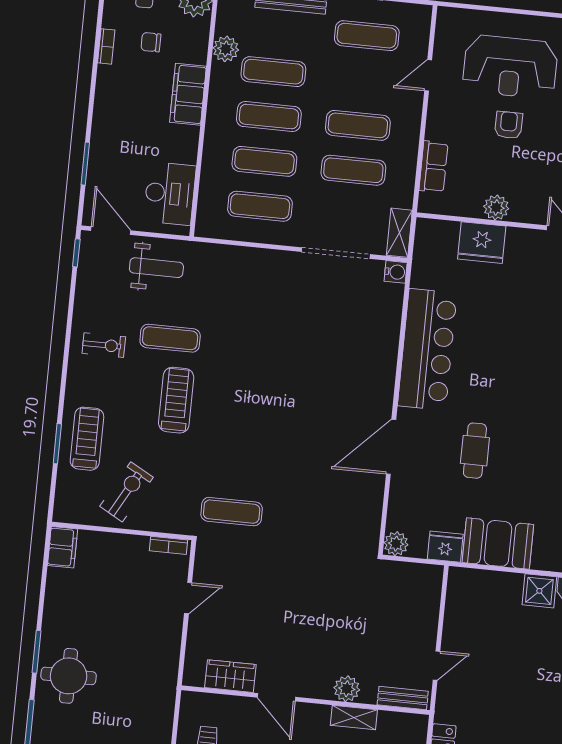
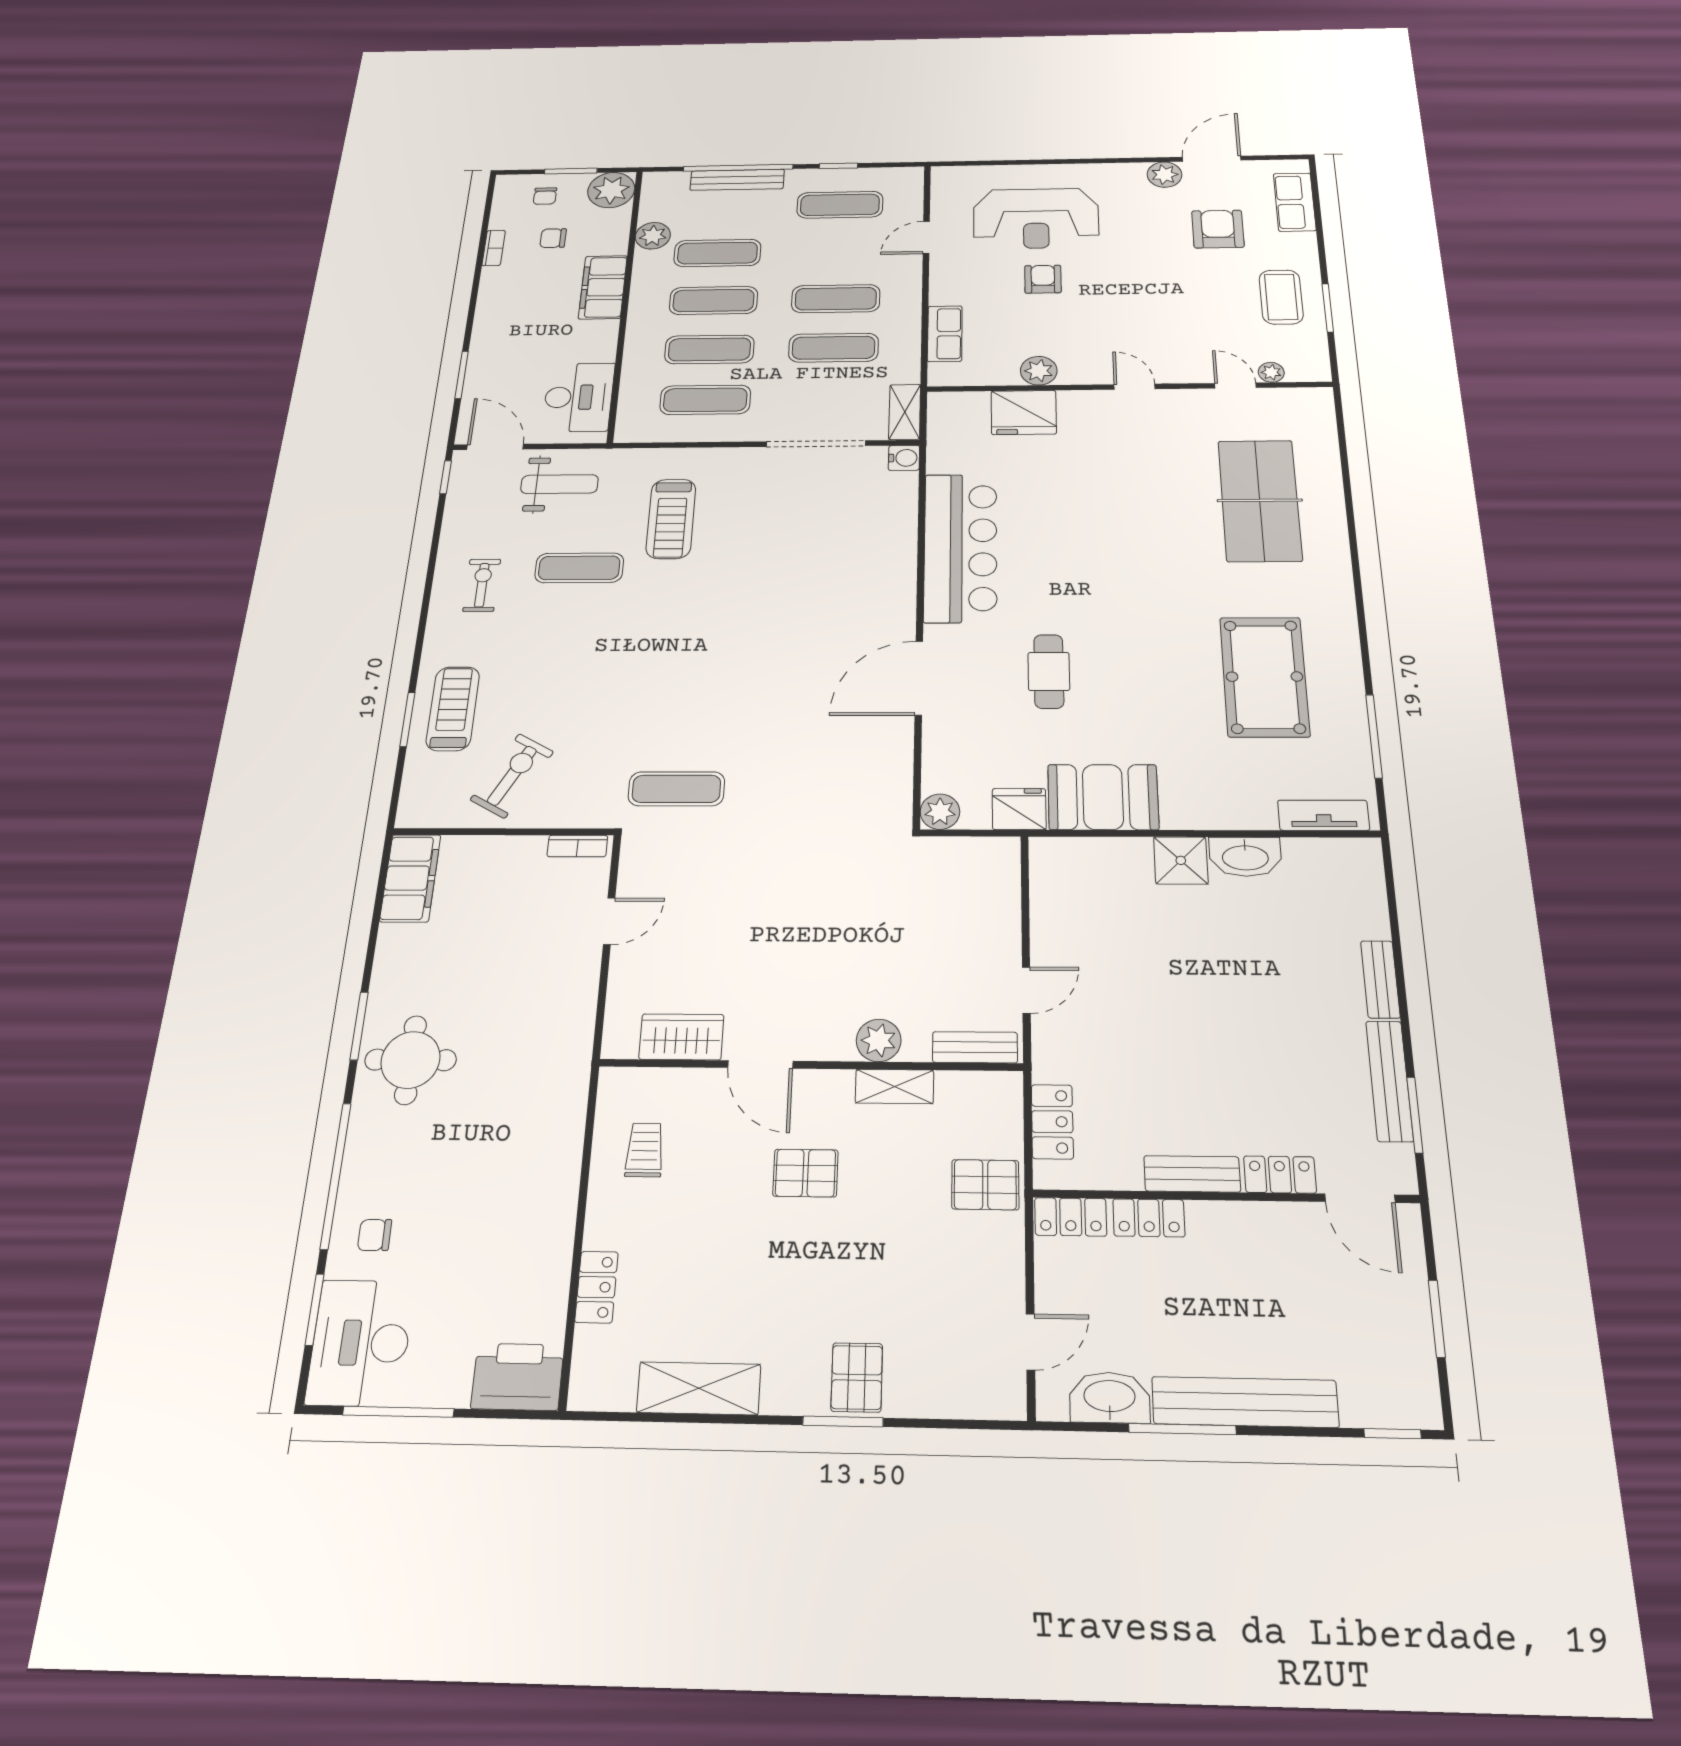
exercise bike: (104, 345) -> (482, 585), turned -90
treadmill: (176, 400) -> (671, 519), moved, turned 180
filing cabinet: (63, 547) -> (410, 878), width x1.50, depth x1.17

